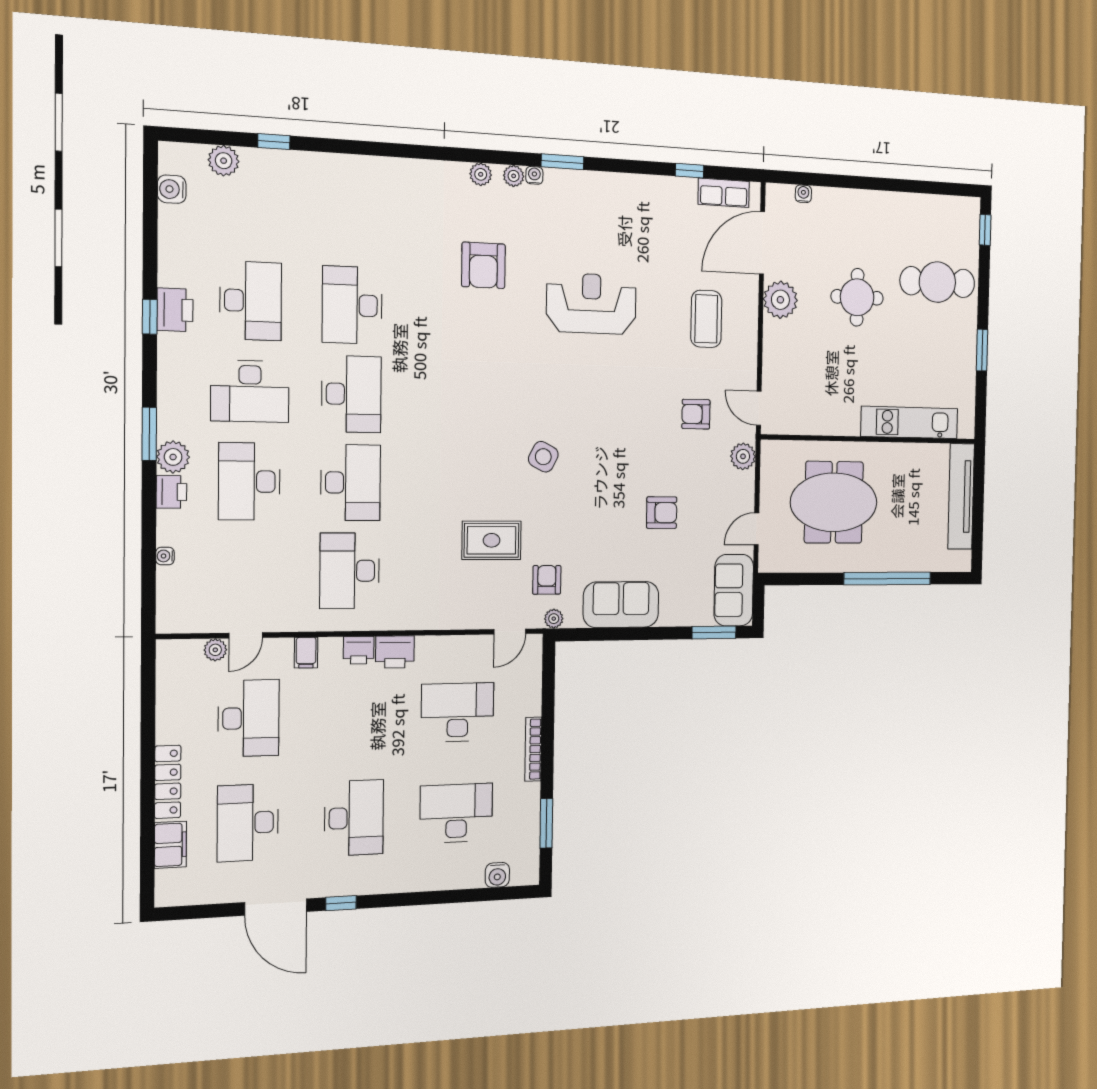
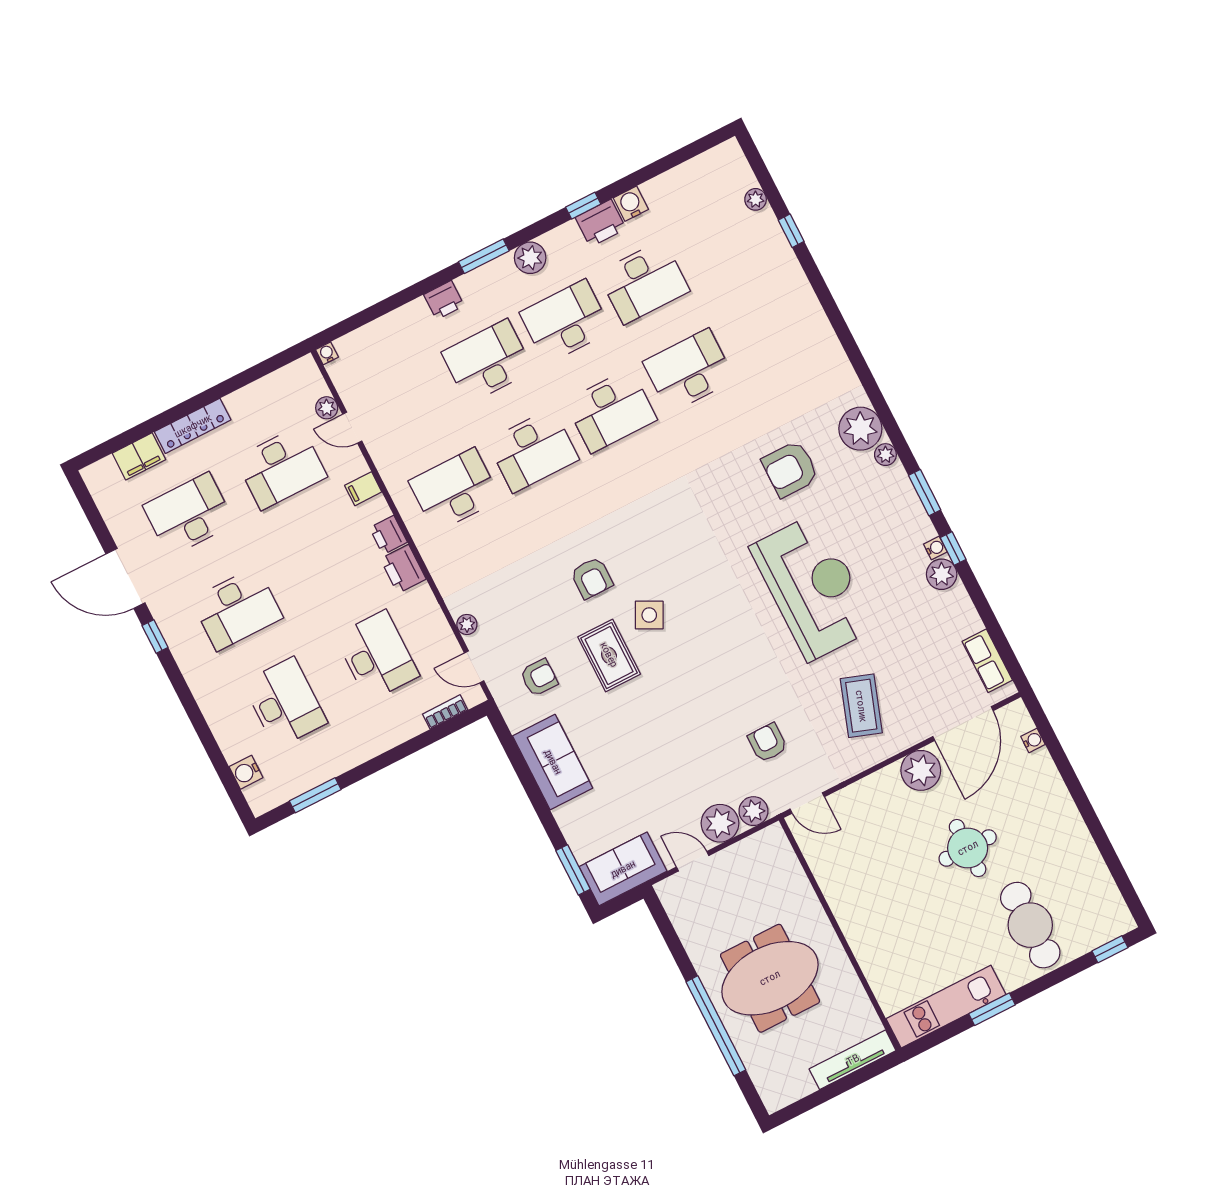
plant: (224, 161) -> (756, 199), width x0.73, depth x0.73
window: (690, 171) -> (953, 548), moved
plant: (481, 174) -> (860, 429), width x1.88, depth x1.88
water cooler: (534, 175) -> (935, 548), moved
plant: (636, 188) -> (942, 574), added
water cooler: (172, 189) -> (631, 204), moved
door: (762, 243) -> (963, 724), swing flipped
reception desk: (591, 304) -> (813, 587), width x1.36, depth x1.30
coffee table: (706, 319) -> (861, 706), turned -71
desk: (250, 391) -> (566, 322), turned 90
door: (759, 408) -> (807, 803), swing flipped
kitchen unit: (909, 422) -> (946, 1007), moved, turned -90
plant: (173, 457) -> (530, 258), moved
plant: (739, 490) -> (720, 823), added
tv unit: (961, 496) -> (853, 1060), width x0.73, depth x0.78
meeting table: (834, 502) -> (770, 978), moved, turned 90
armchair: (662, 513) -> (592, 578), moved
rug: (492, 540) -> (609, 655), moved
water cooler: (165, 556) -> (327, 353), moved
plant: (554, 619) -> (467, 624), moved
bookcase: (533, 749) -> (445, 712), moved, width x0.64
door: (276, 907) -> (125, 578), hinge flipped

